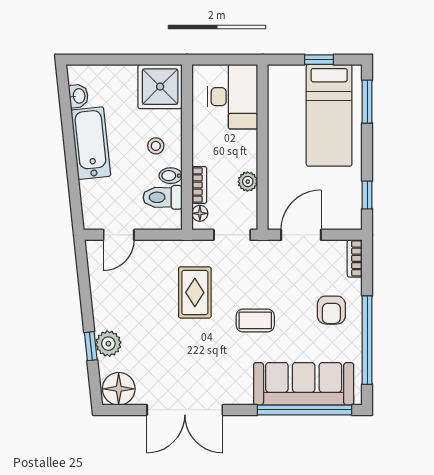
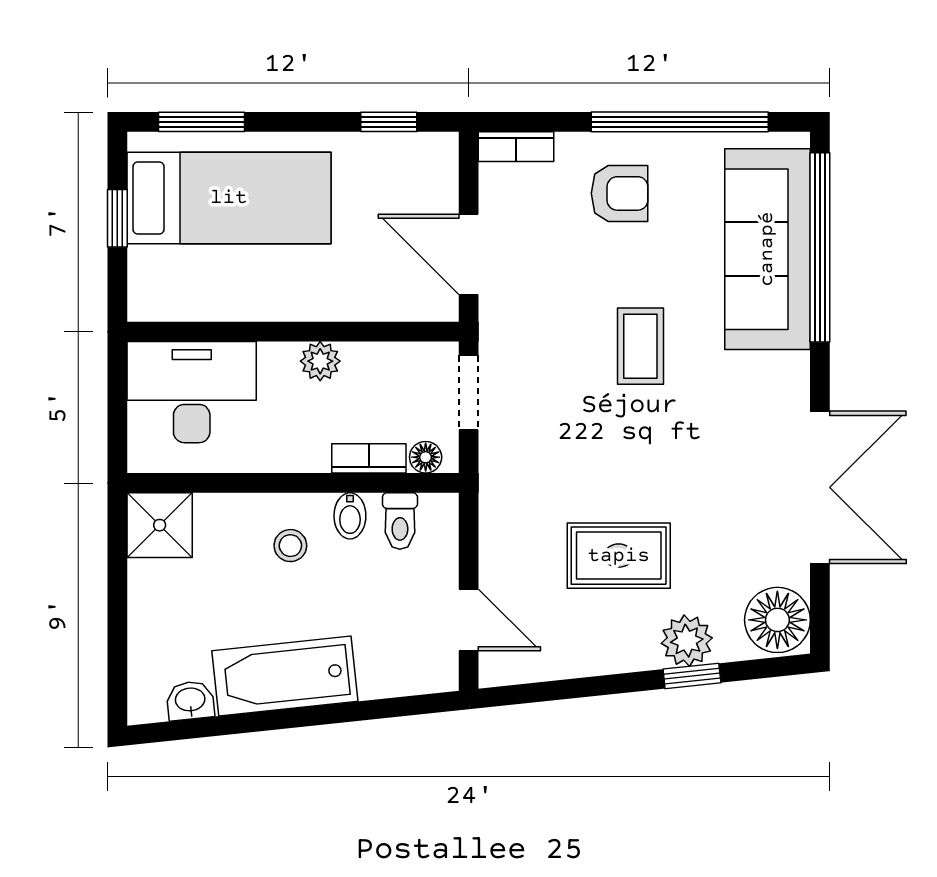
shower: (160, 87) -> (160, 525), width x0.73, depth x0.73
plant: (248, 182) -> (320, 361), moved
toilet: (163, 197) -> (400, 521), width x0.73, depth x0.72
rug: (195, 292) -> (619, 556), moved

